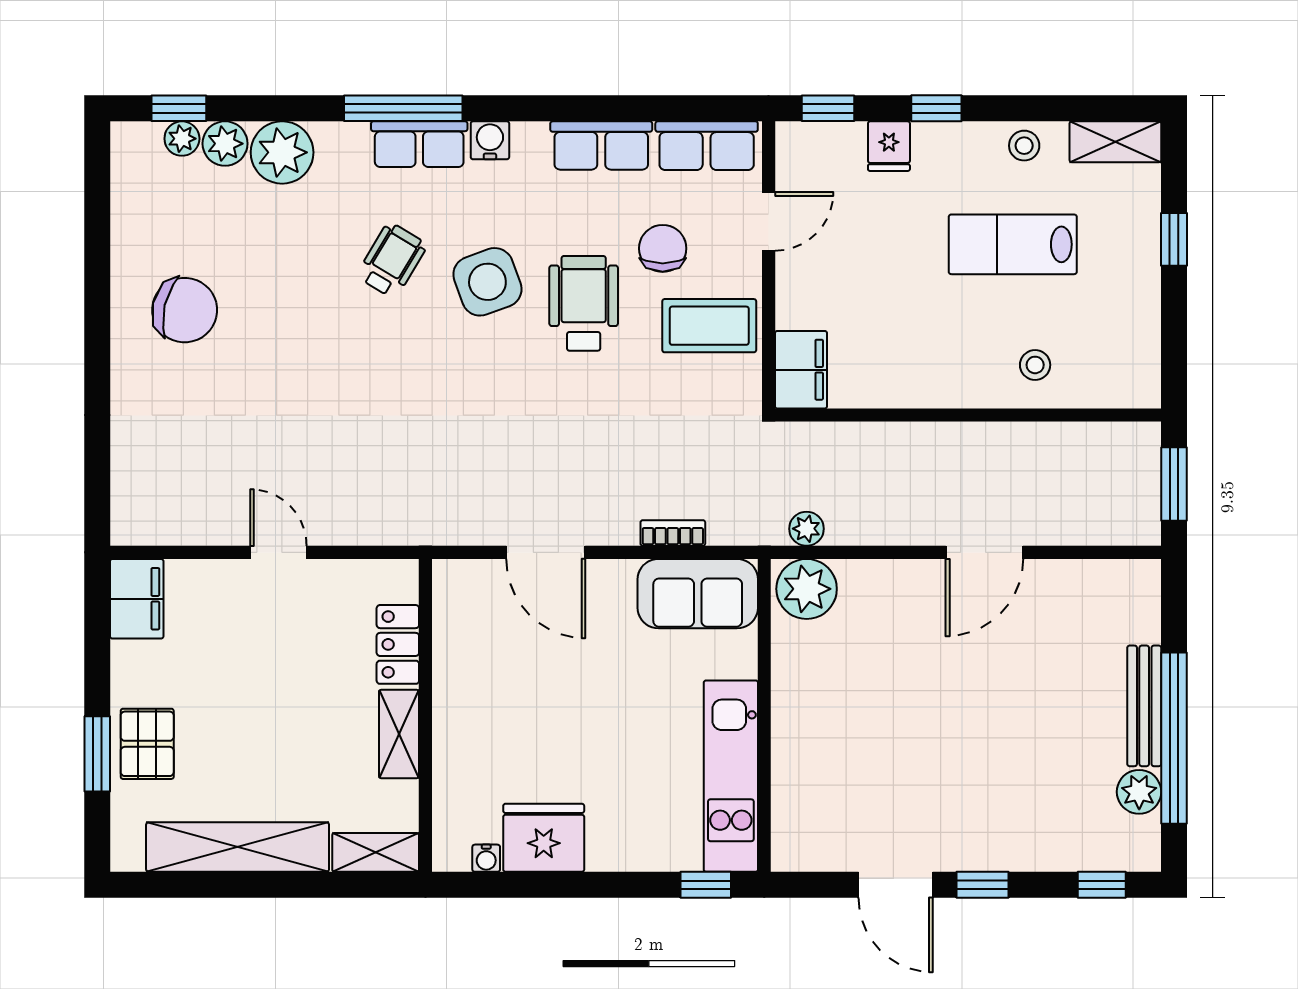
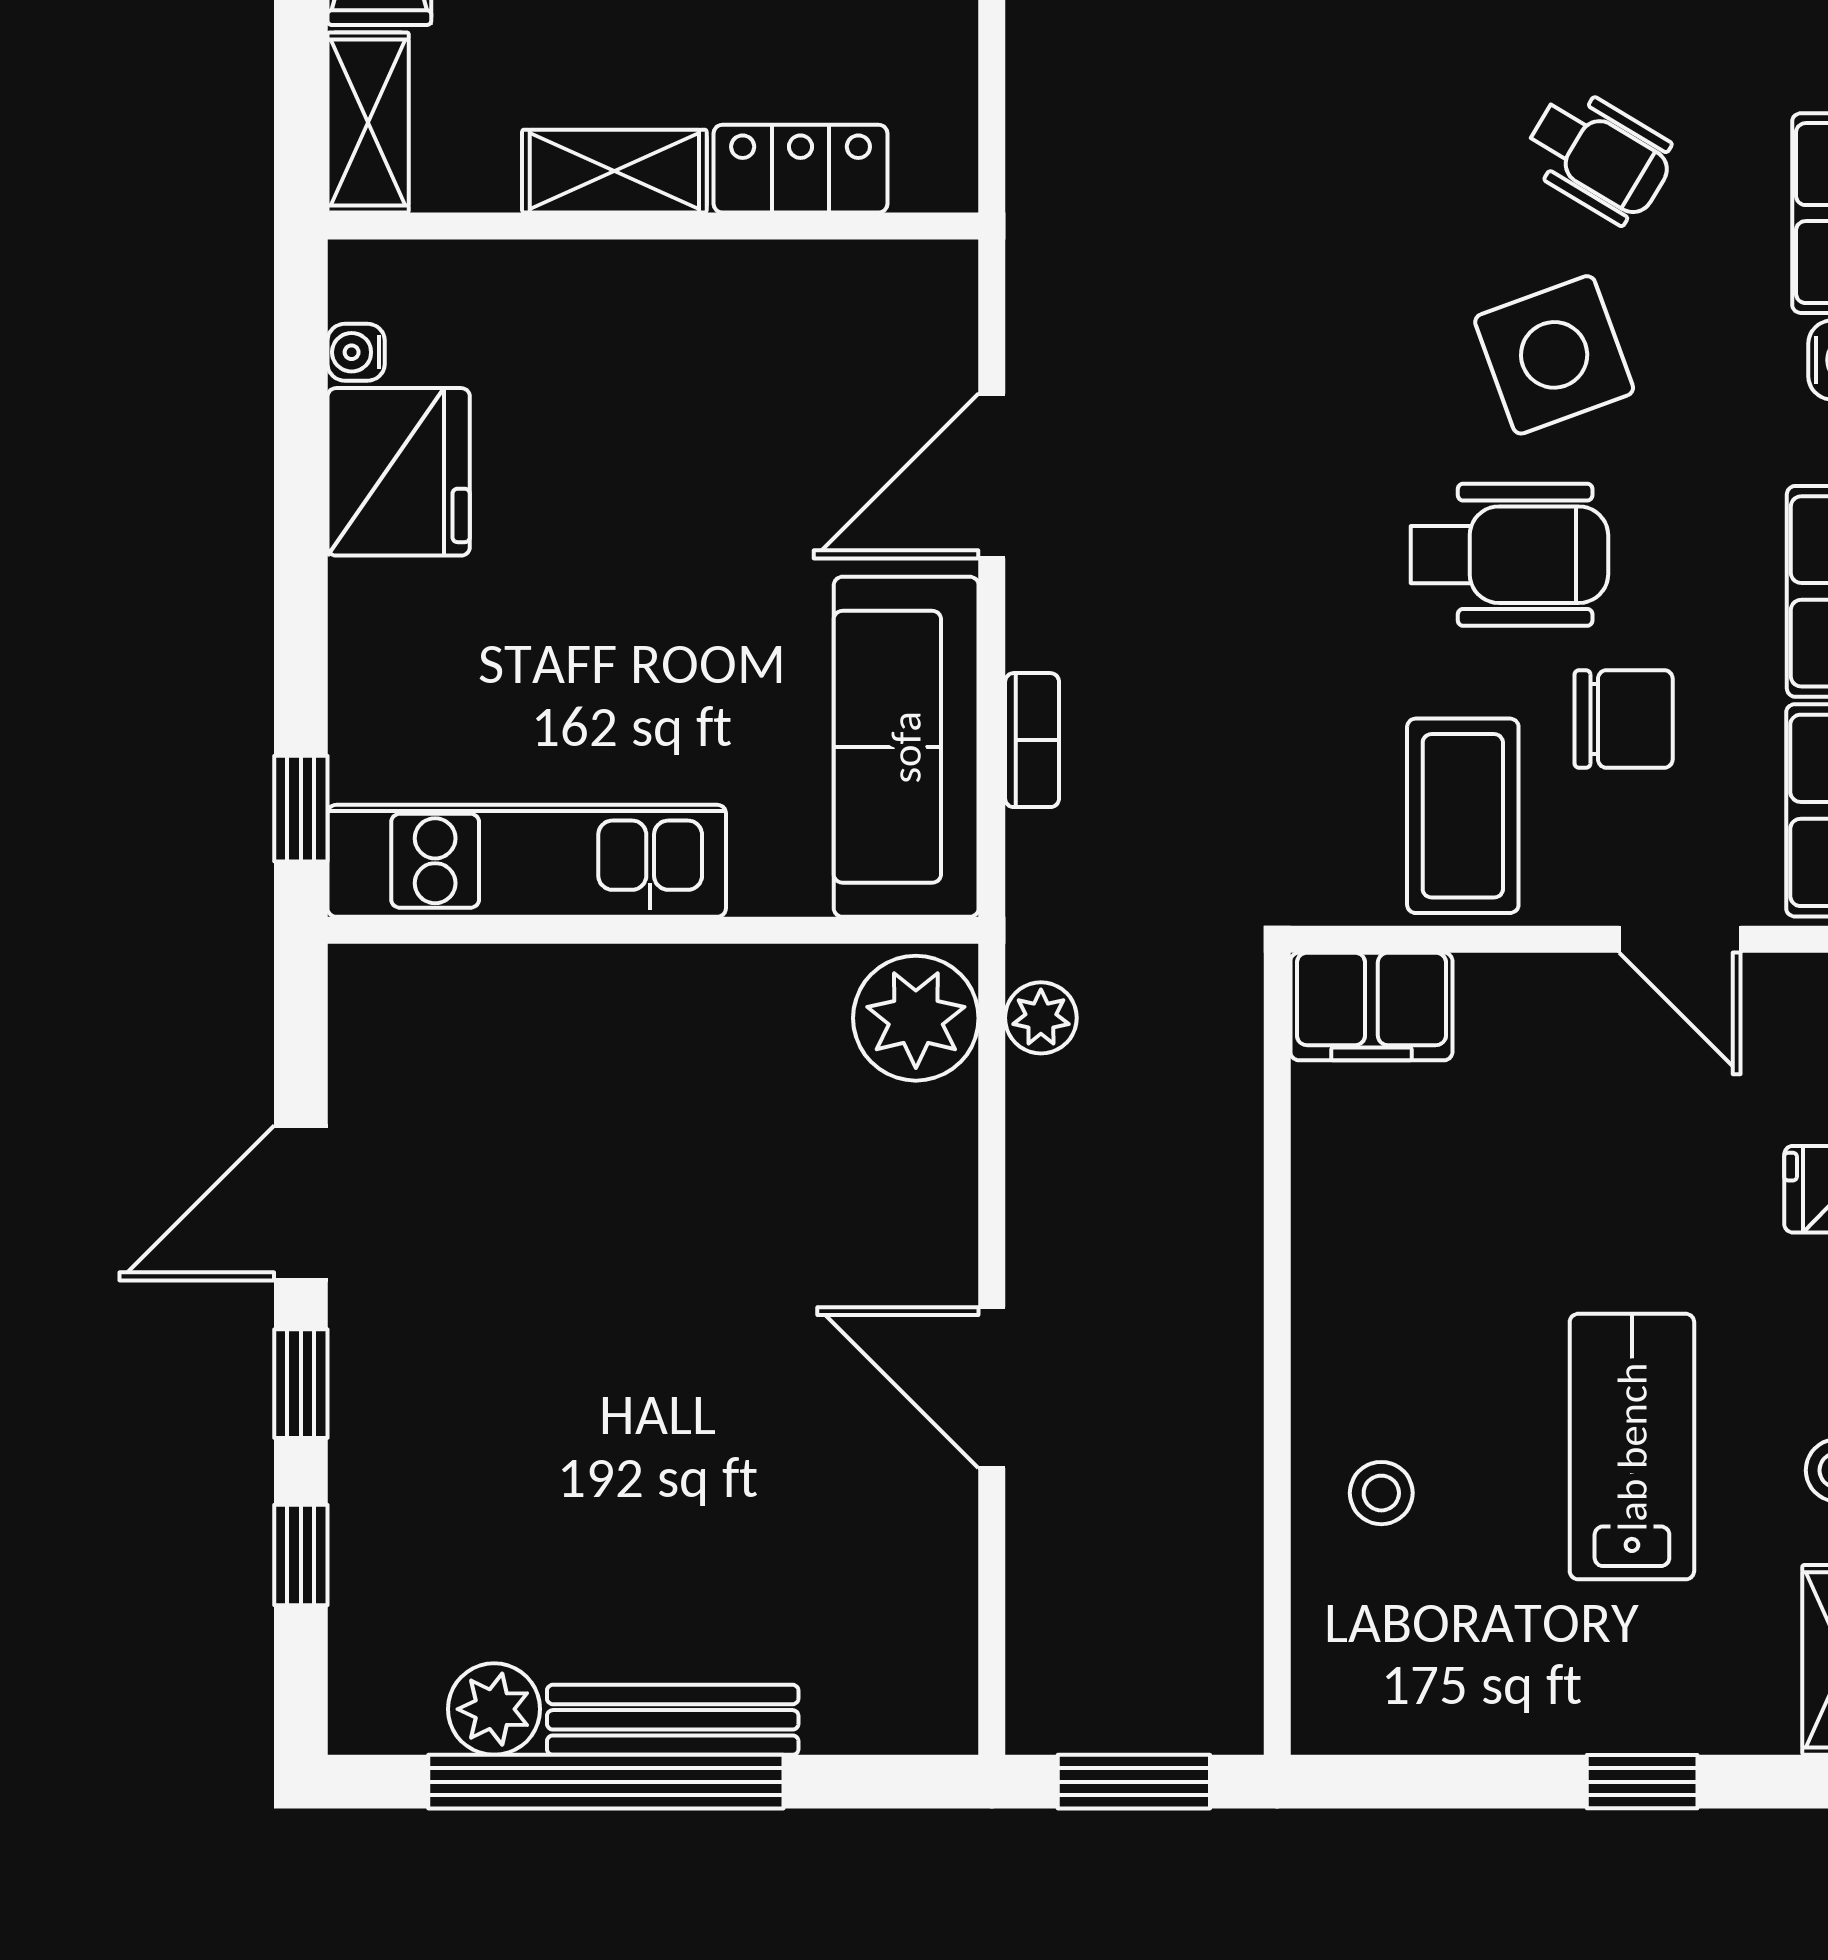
sofa: (698, 594) -> (906, 747), width x1.36
window: (1102, 885) -> (301, 1555), moved

